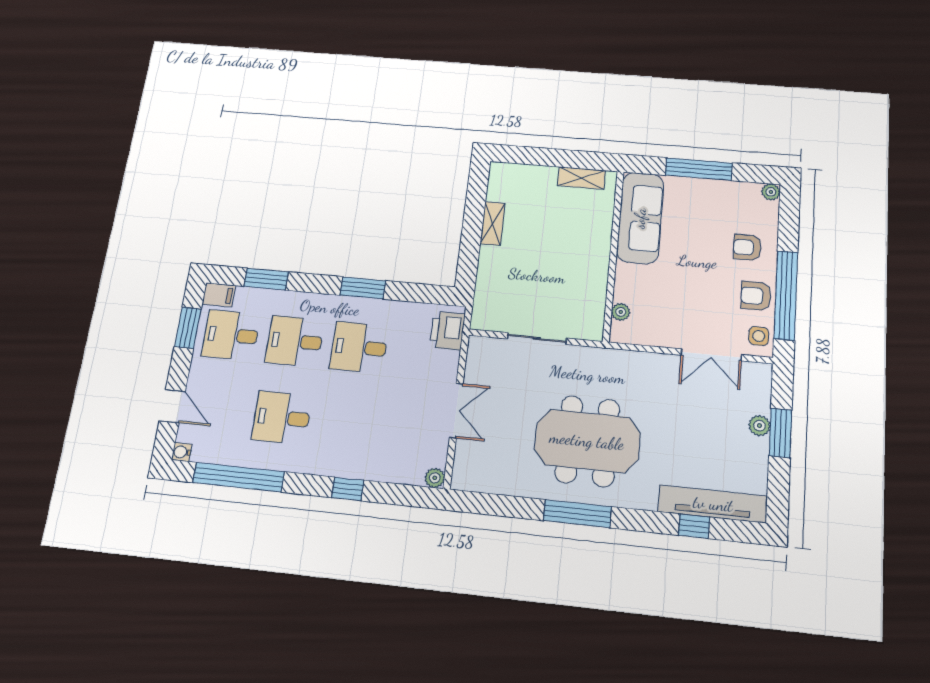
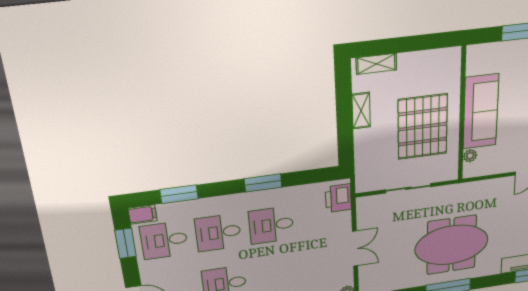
shelving: (581, 178) -> (376, 64), moved
sofa: (640, 218) -> (481, 112), moved
pallet: (563, 259) -> (423, 127), added

